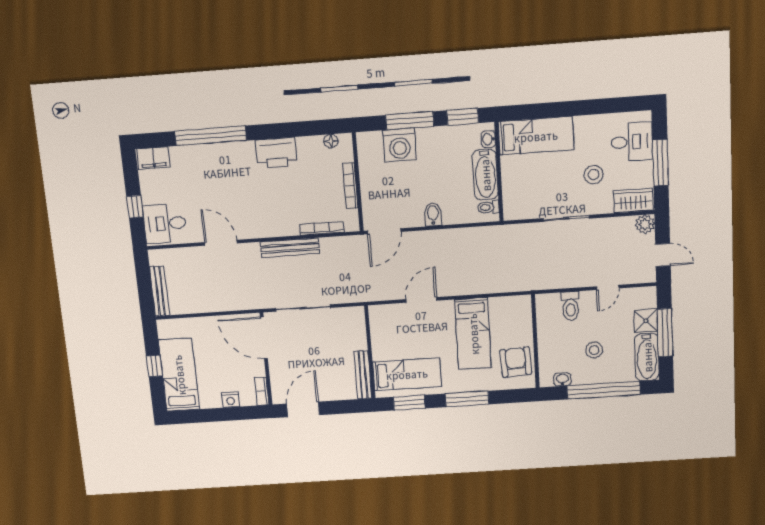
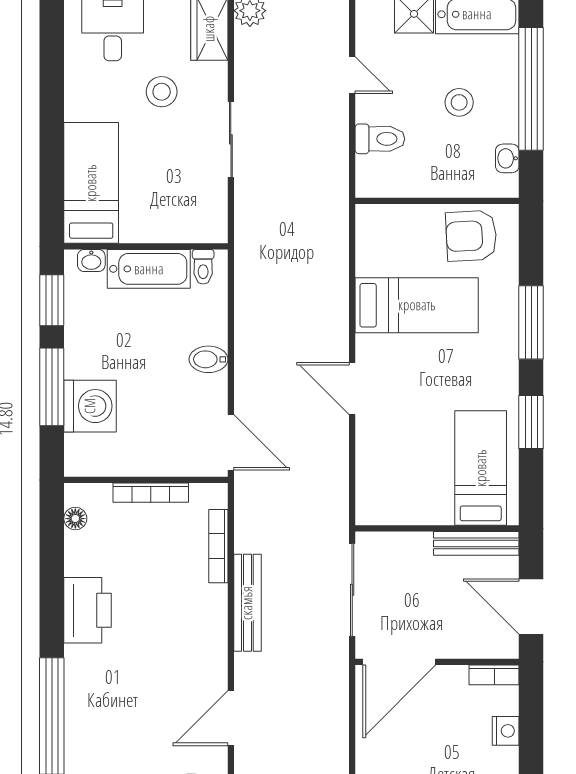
wall: (370, 352) -> (437, 528), moved
bed: (407, 374) -> (481, 468), moved
bench: (363, 375) -> (476, 543), moved

